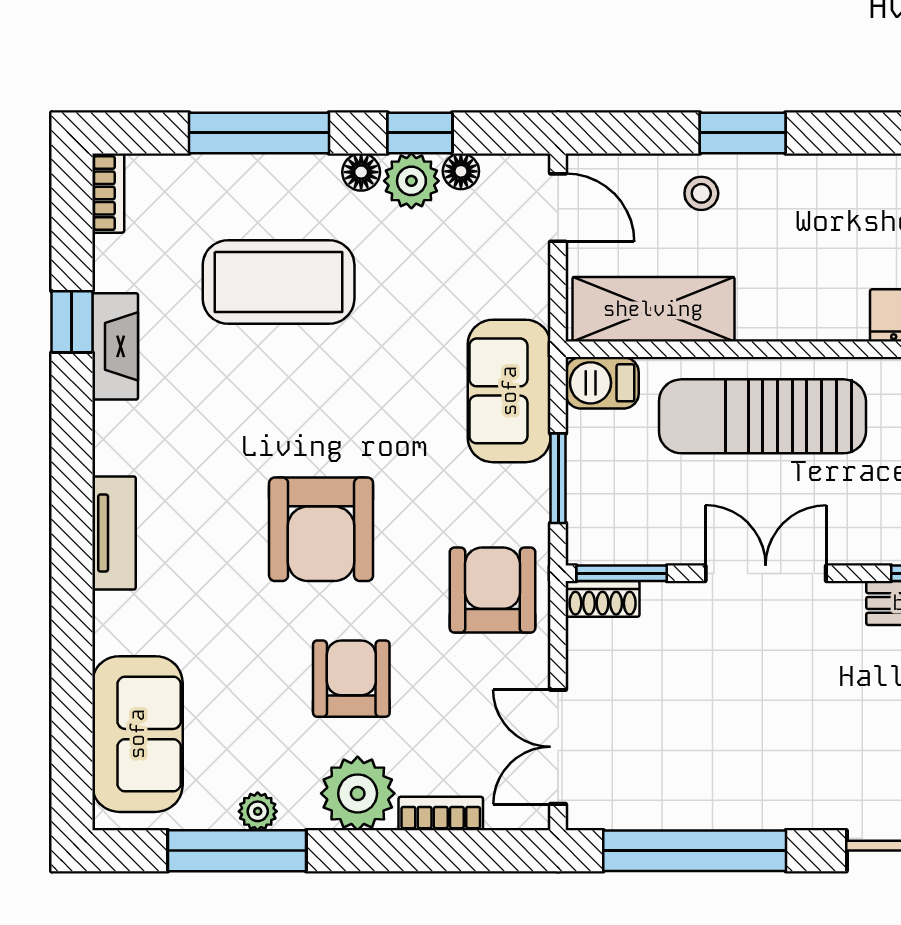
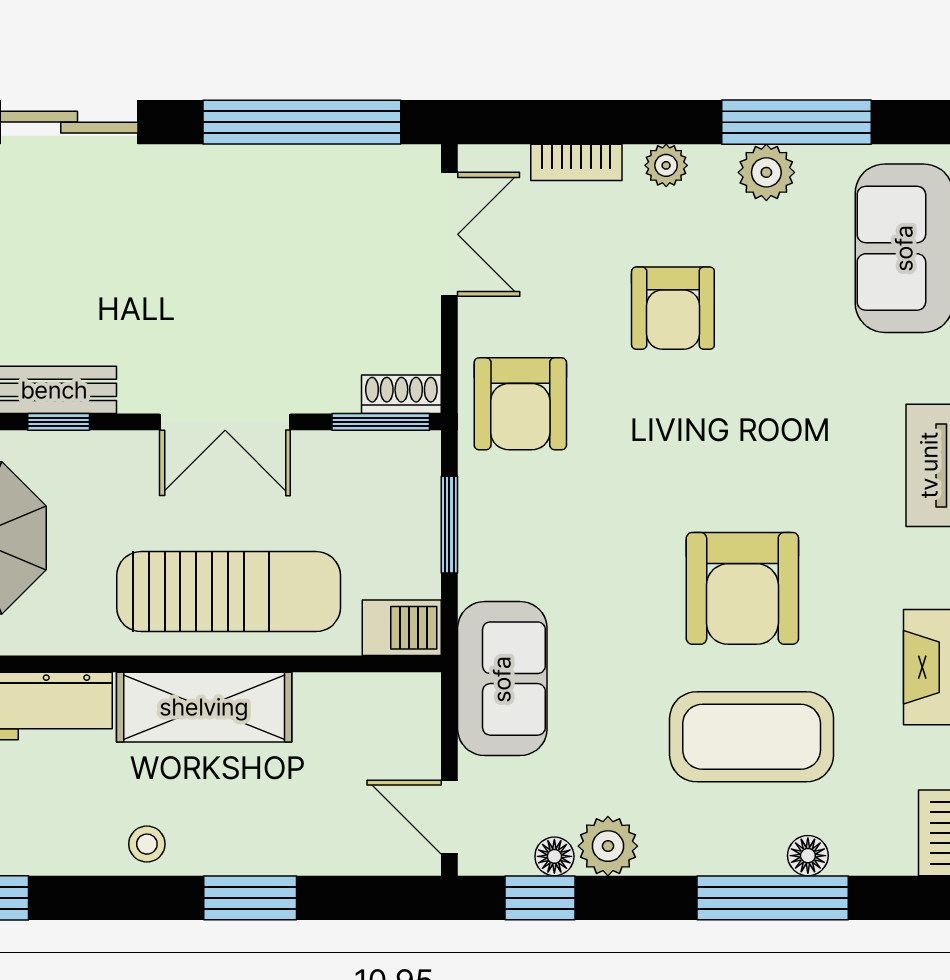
window: (420, 133) -> (540, 898), moved
floor lamp: (361, 172) -> (808, 856), moved
stool: (701, 193) -> (147, 844), moved
shelving: (653, 309) -> (204, 707), moved
sofa: (509, 391) -> (502, 679), moved
armchair: (321, 529) -> (742, 588), moved, turned 180
plant: (358, 793) -> (666, 165), width x0.53, depth x0.53
plant: (258, 811) -> (766, 172), width x1.38, depth x1.38

